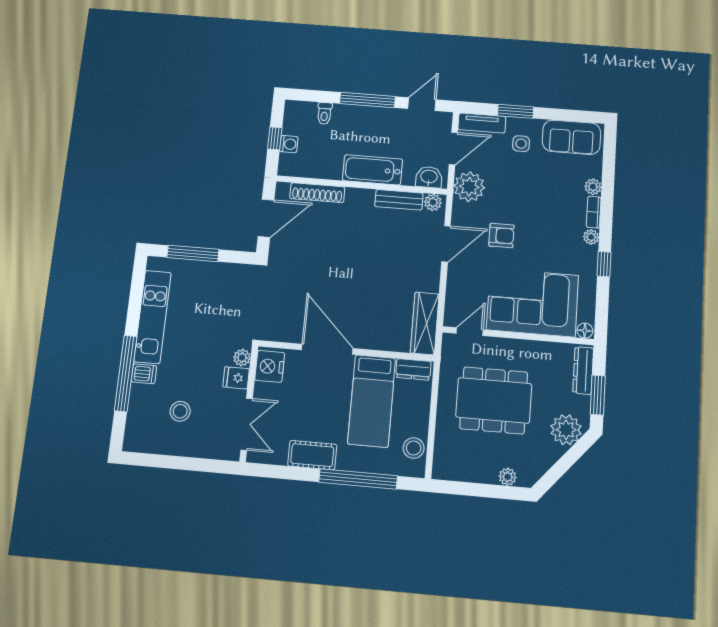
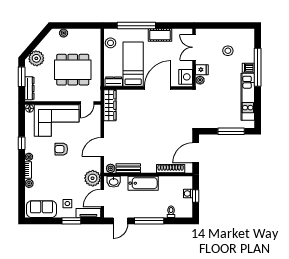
armchair: (501, 236) -> (61, 149), moved
door: (327, 349) -> (158, 88), swing flipped

